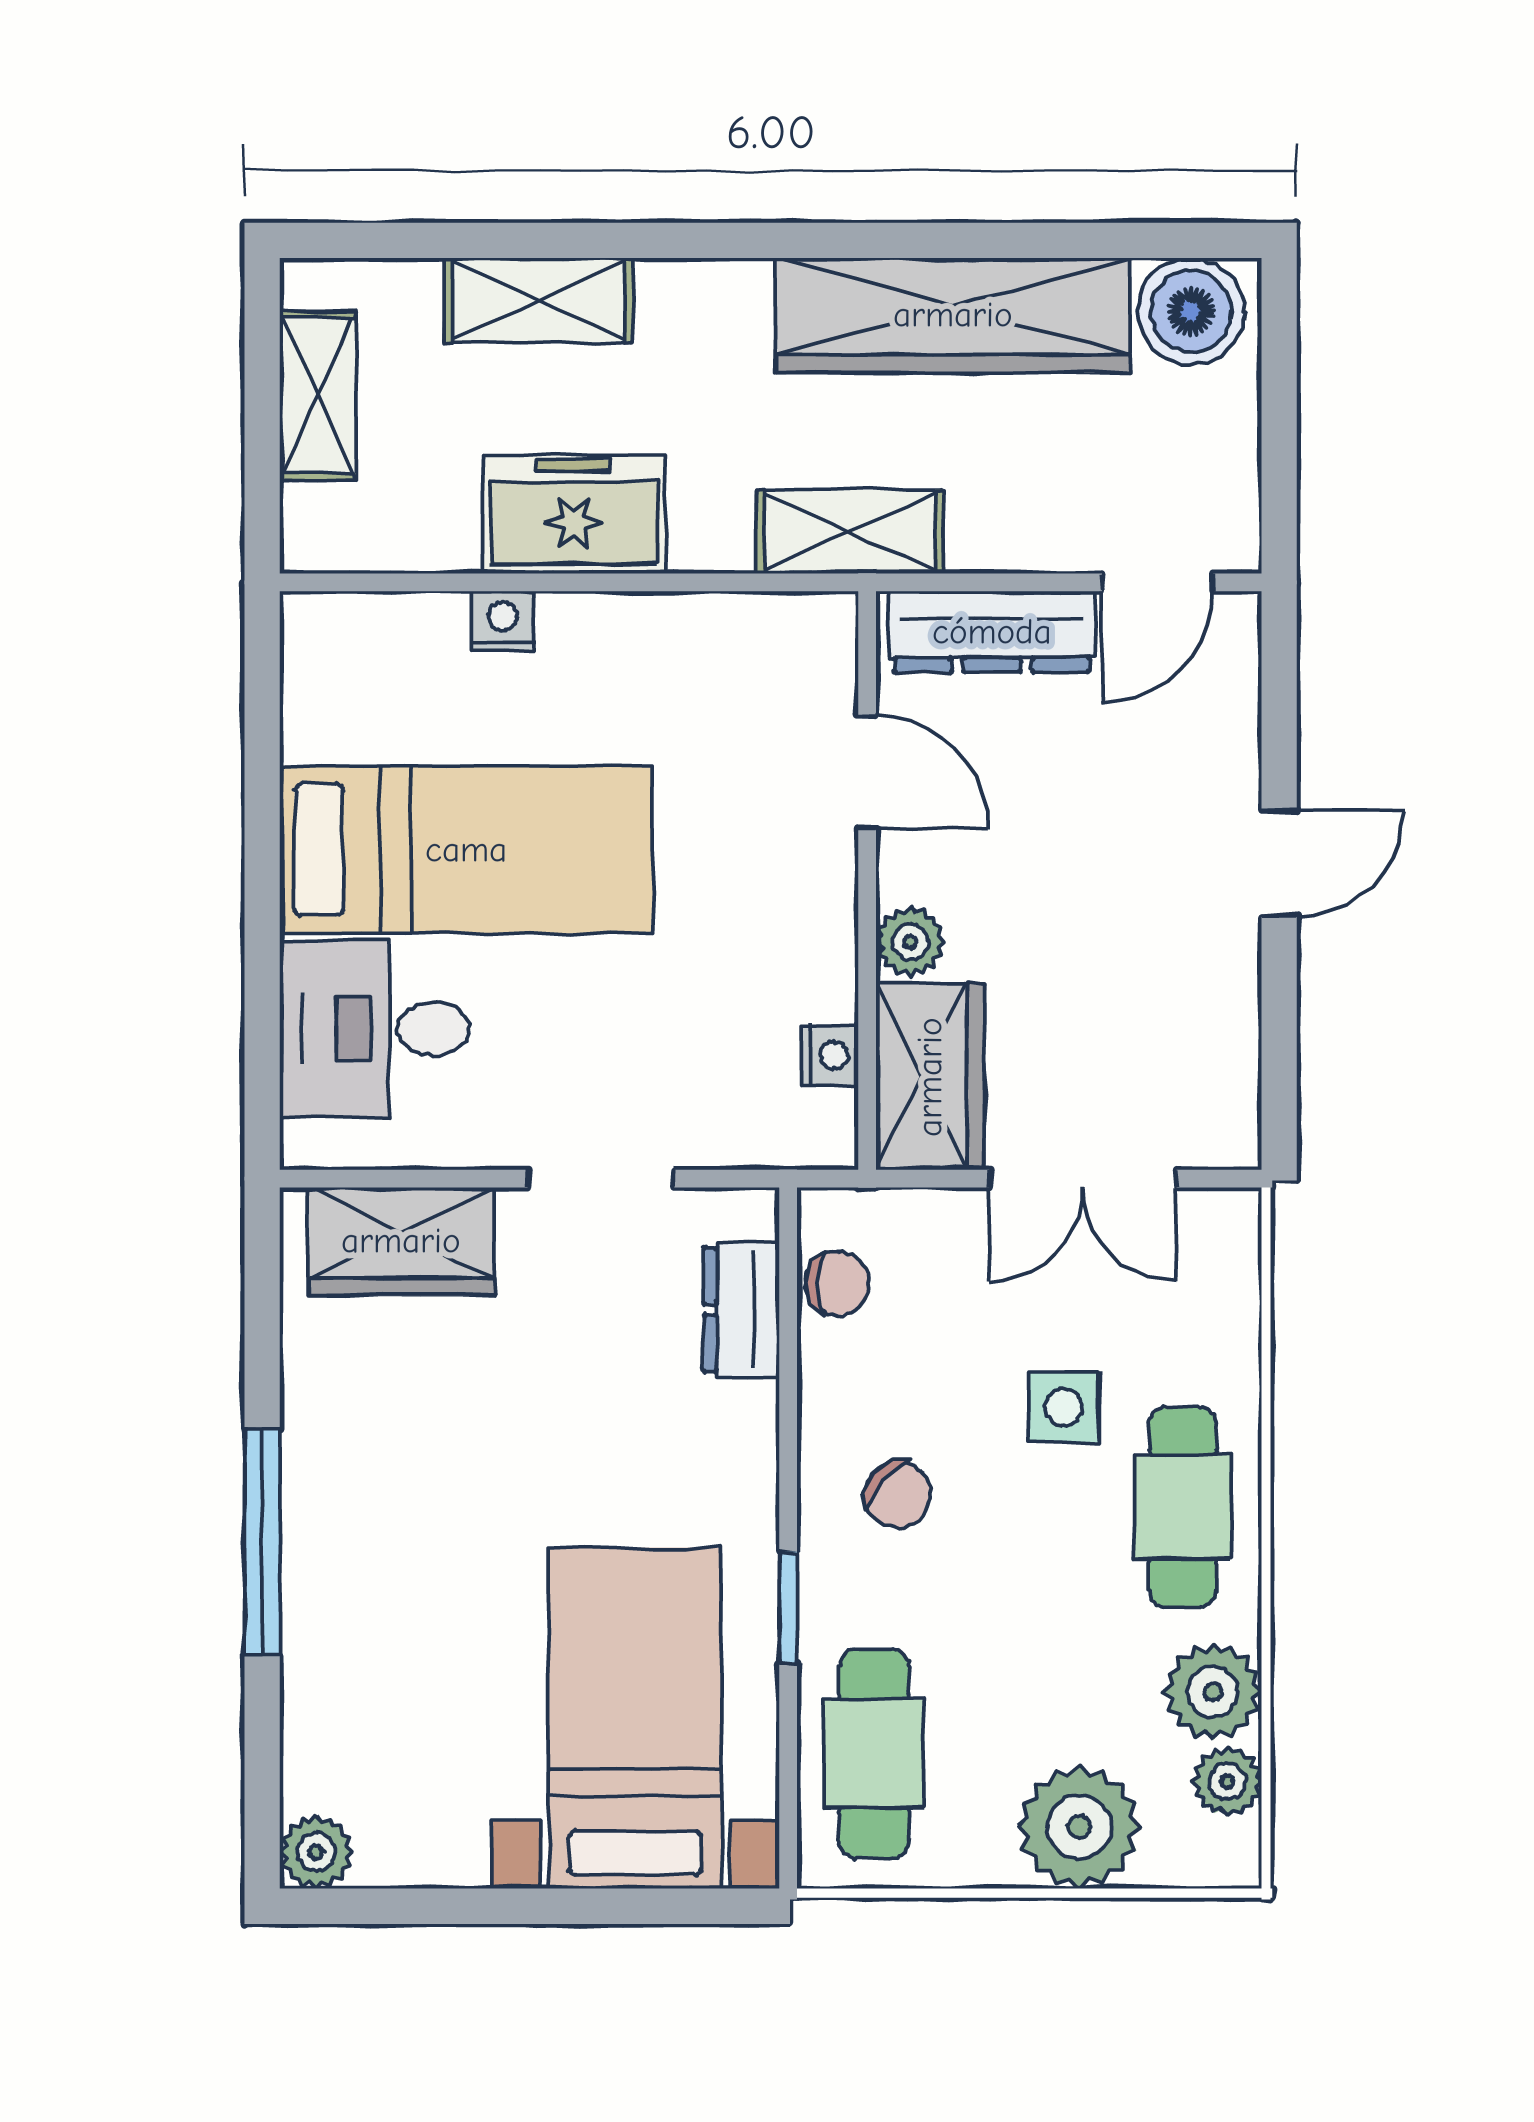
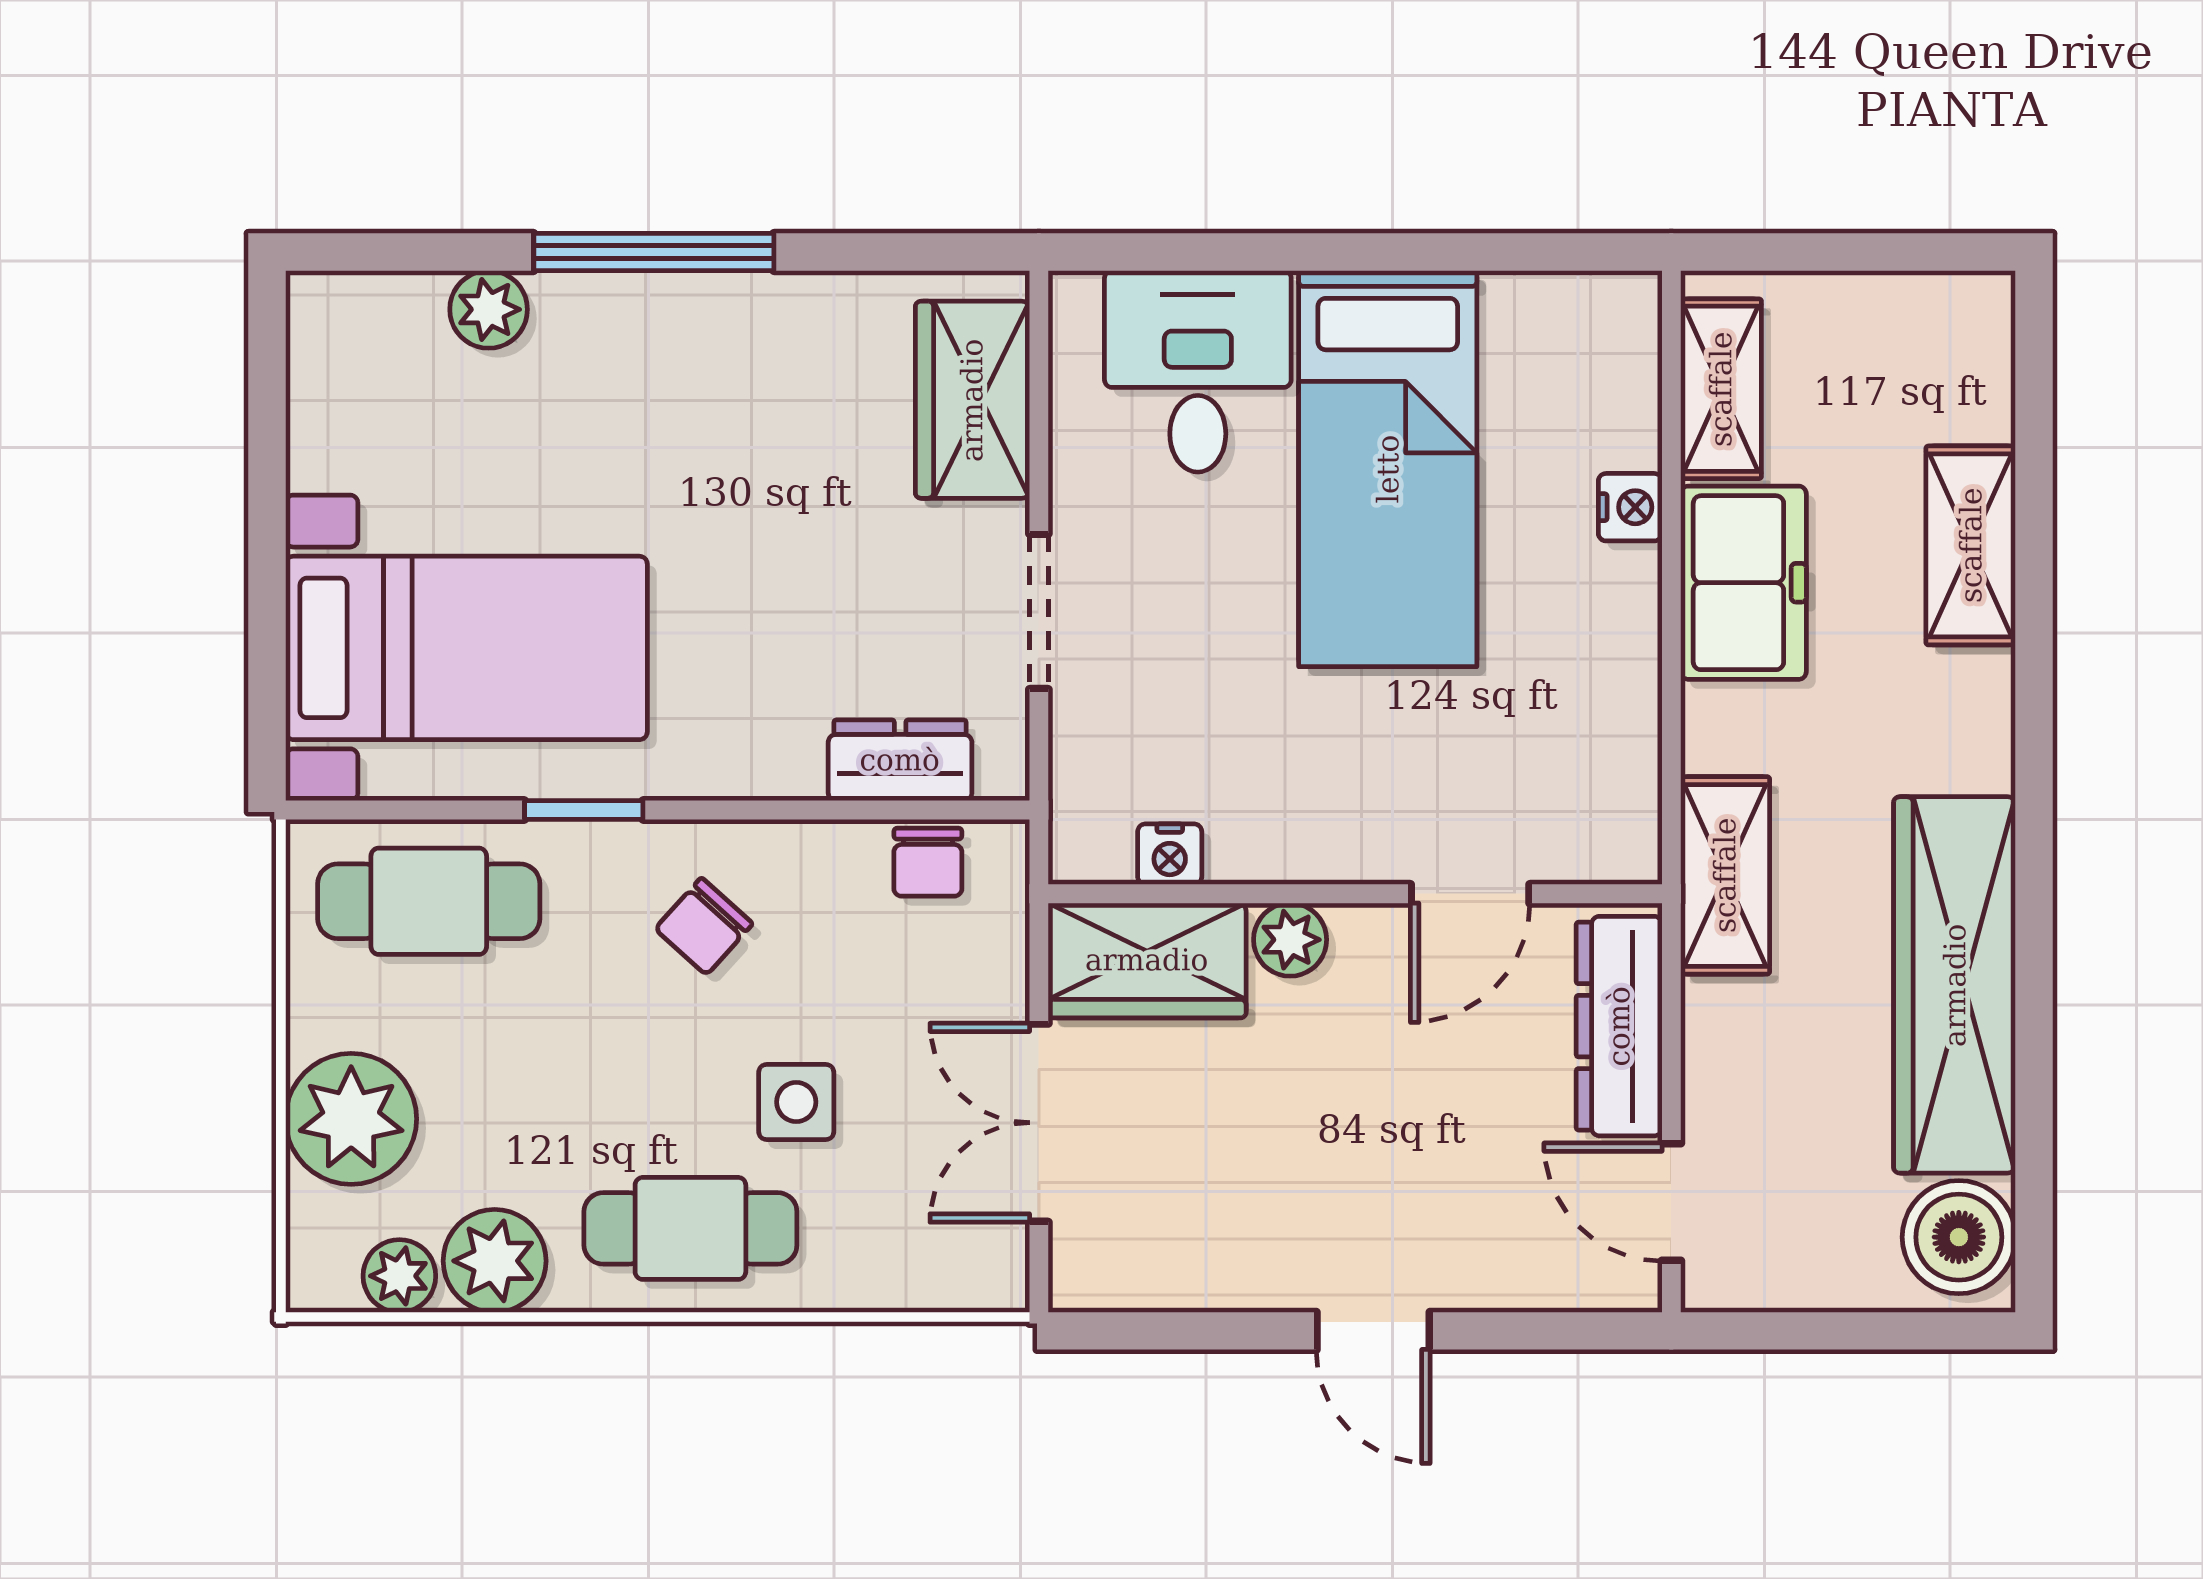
shelving: (318, 396) -> (1721, 389), moved, turned 90
plant: (316, 1852) -> (489, 309), moved

